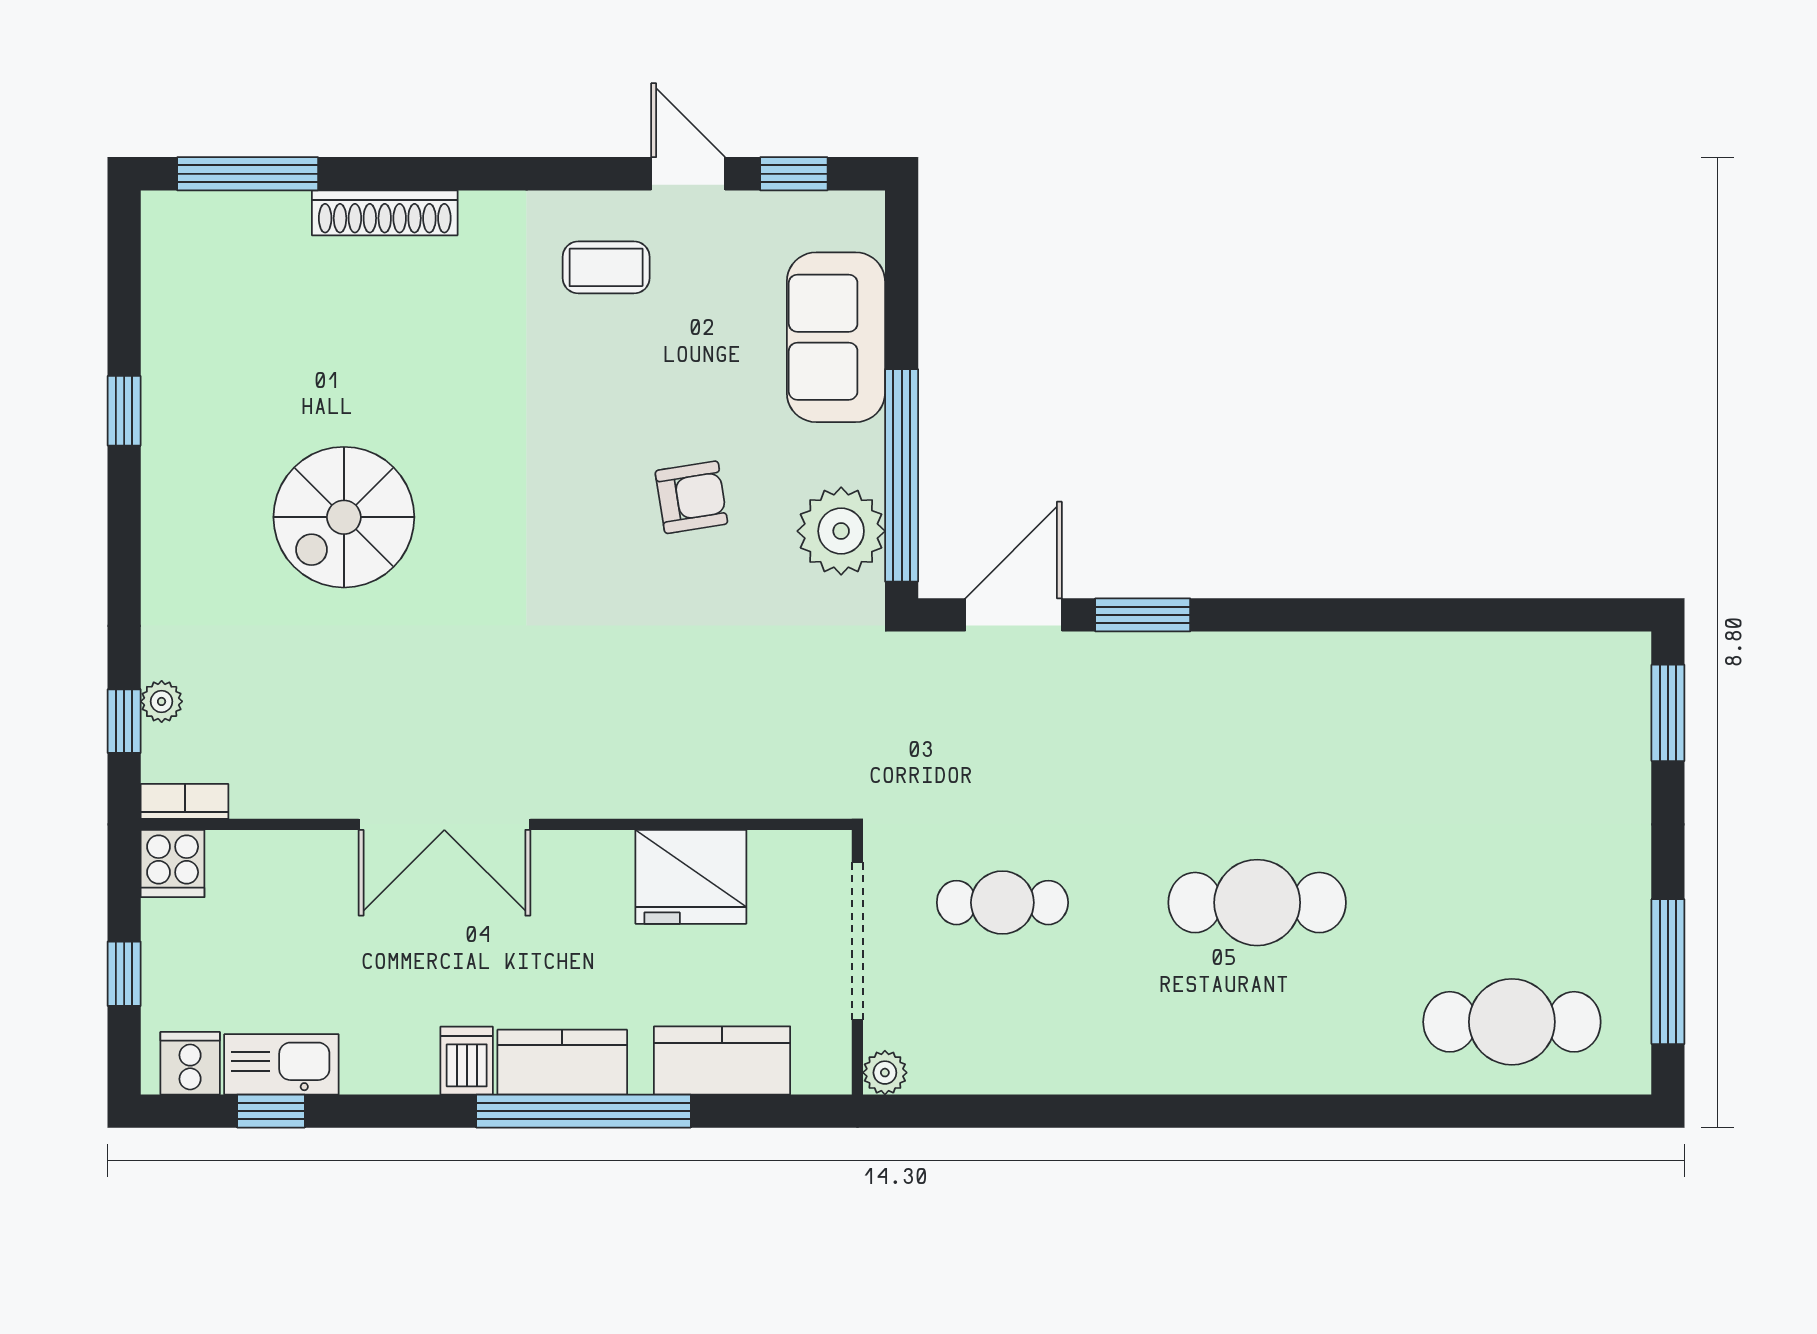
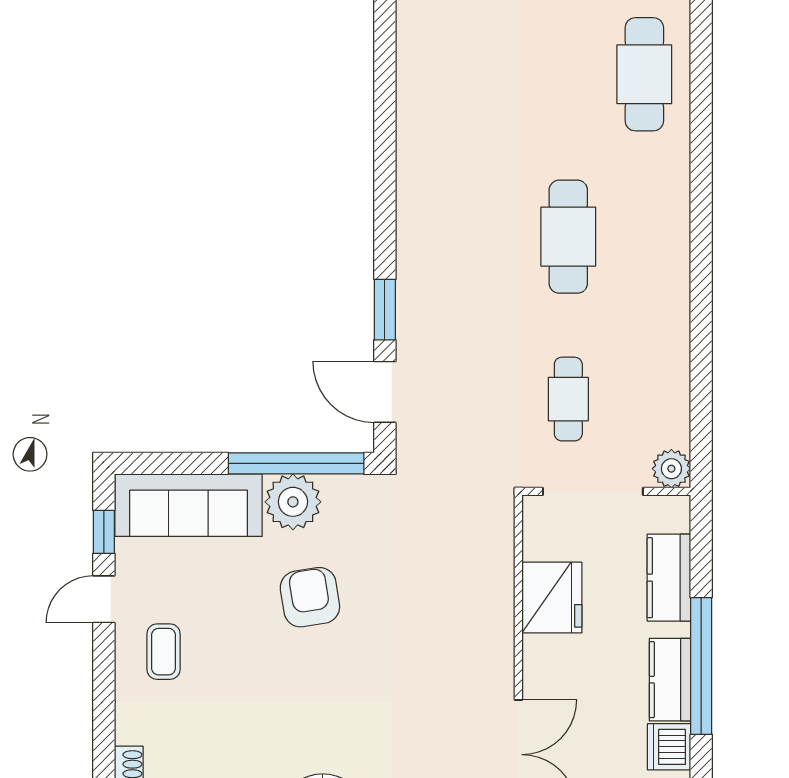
sofa: (836, 337) -> (188, 505), width x1.36
armchair: (691, 497) -> (310, 597), width x1.38, depth x1.38
plant: (841, 531) -> (293, 502), moved
dishwasher: (467, 1061) -> (669, 747), width x1.38
plant: (885, 1073) -> (671, 469), width x1.38, depth x1.38

